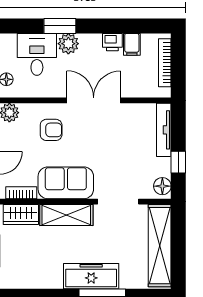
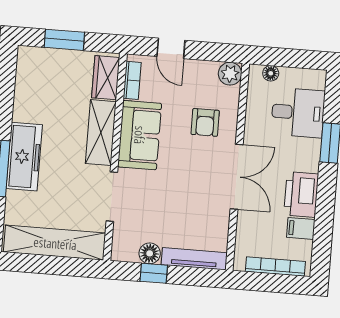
printer: (112, 42) -> (301, 195), width x1.87, depth x1.48
plant: (68, 44) -> (308, 152), removed
floor lamp: (162, 186) -> (150, 253), moved

